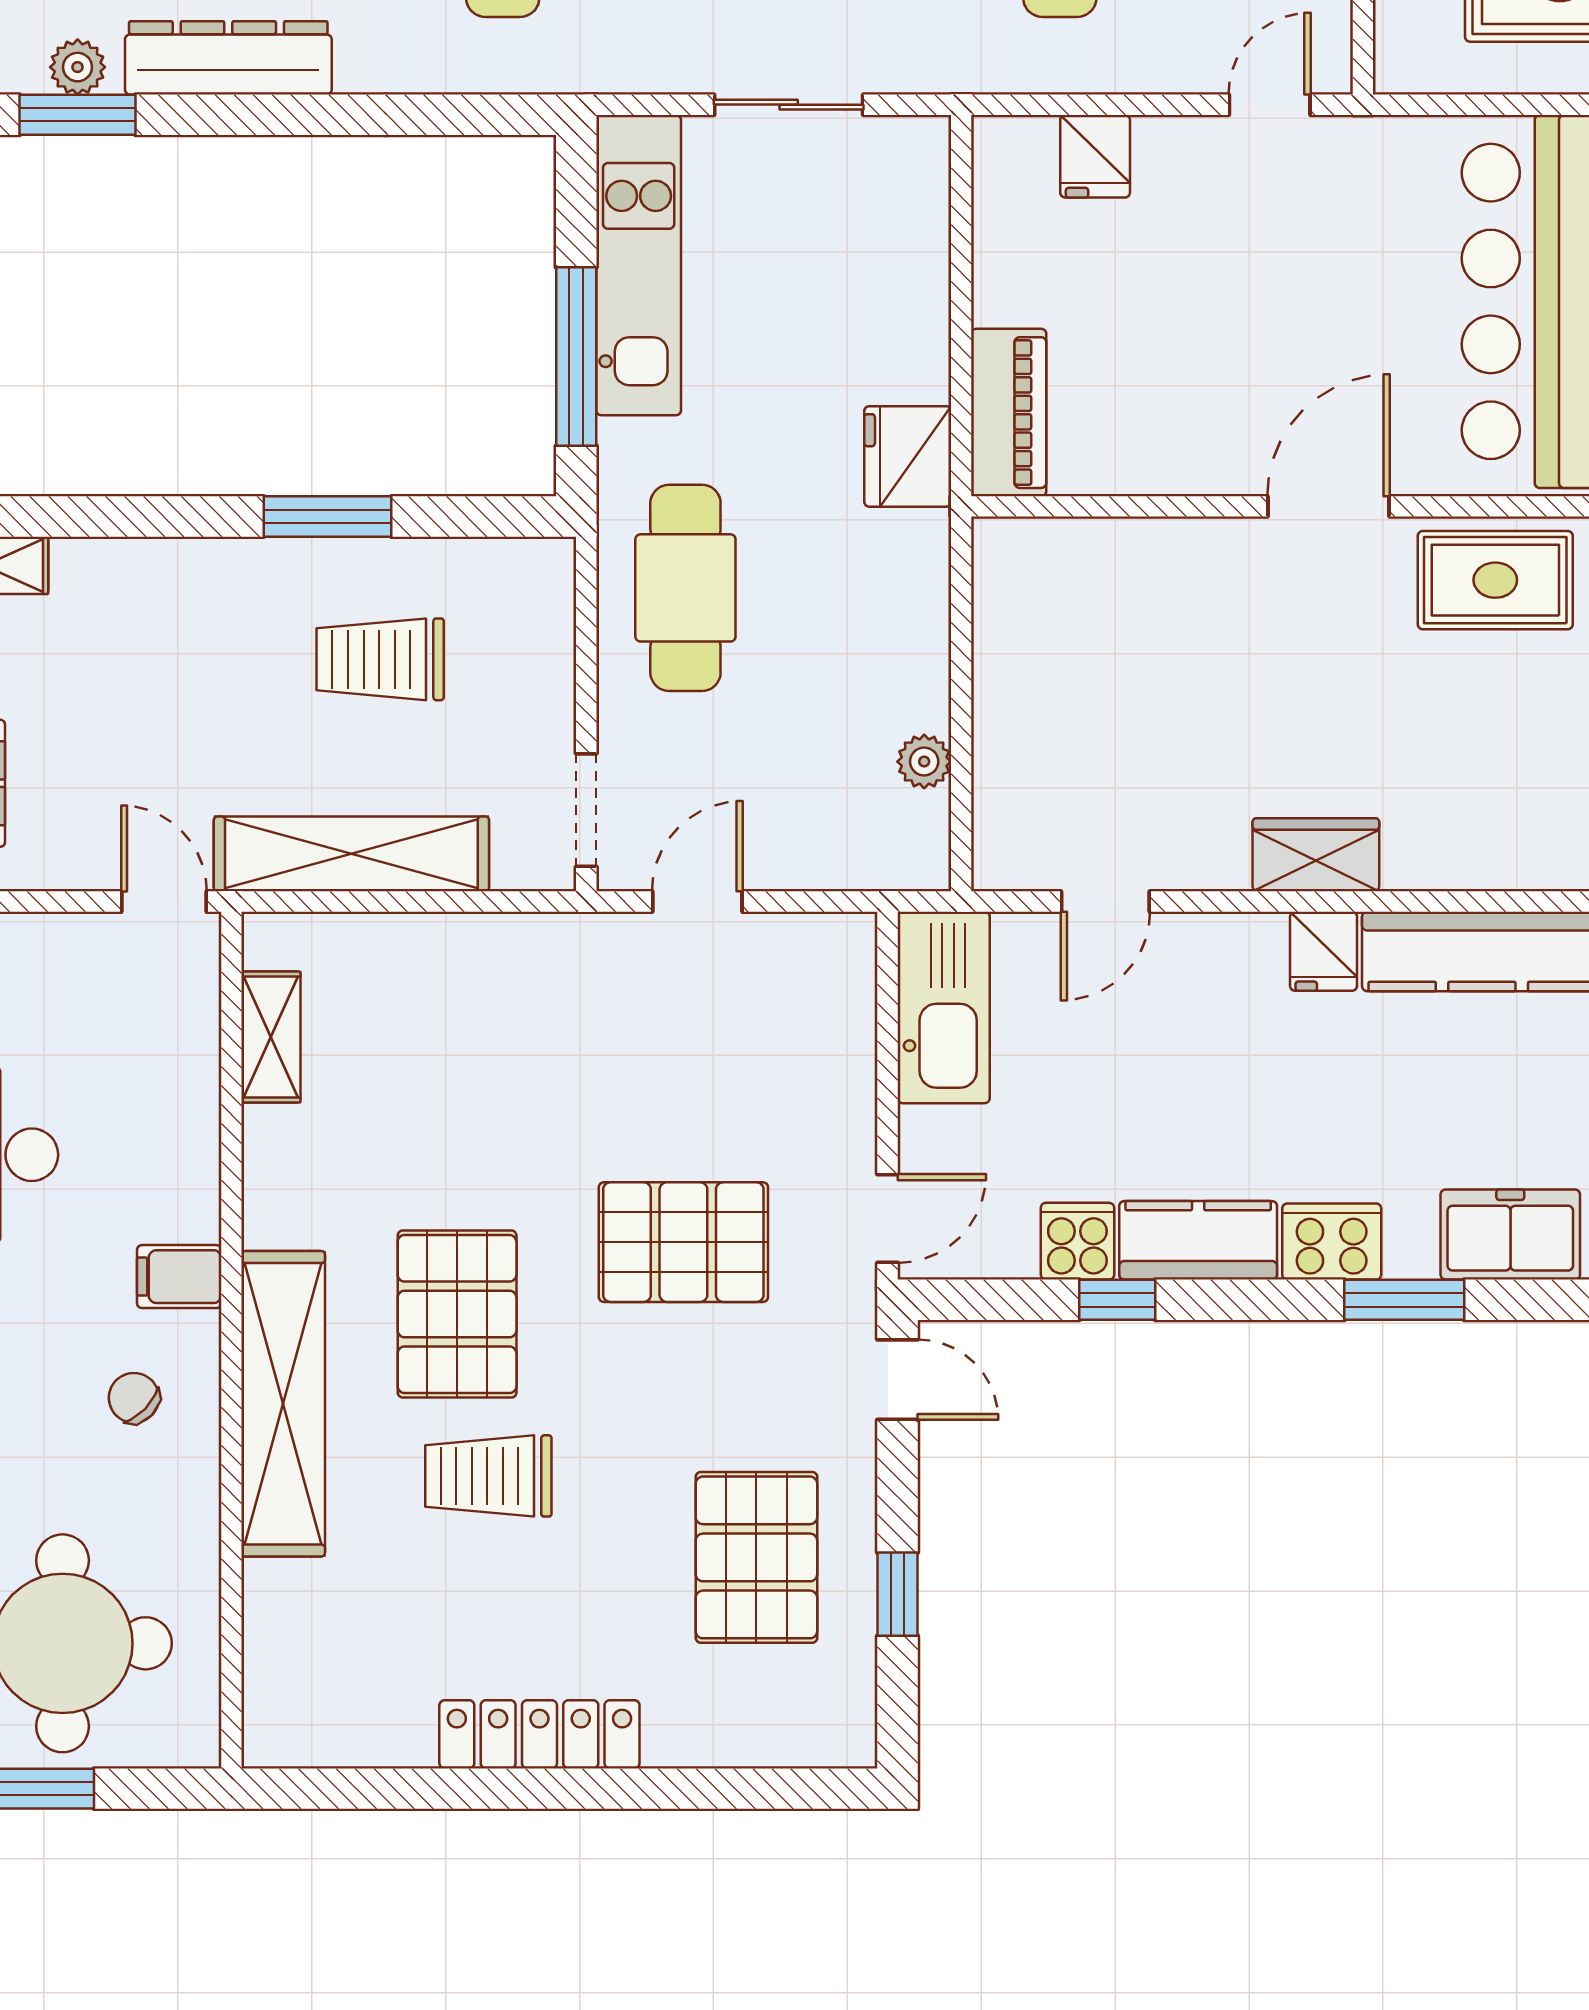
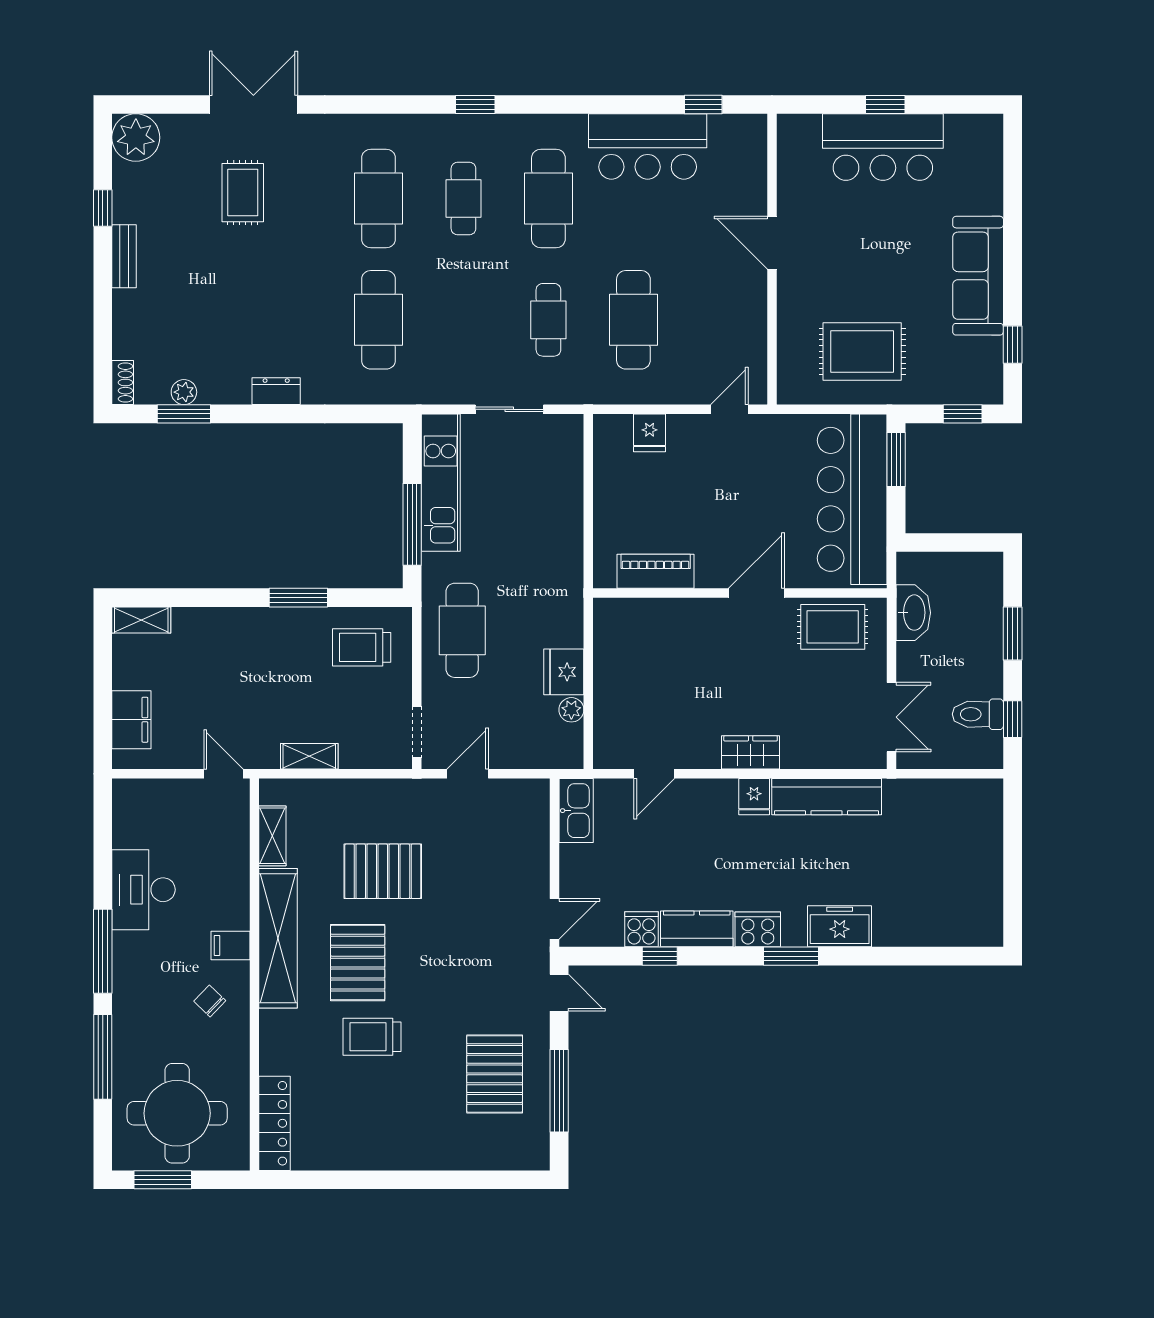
dresser: (228, 58) -> (276, 391), width x0.51, depth x0.80
piano: (1009, 413) -> (656, 571), moved, turned -90
fridge: (908, 456) -> (564, 672), moved
trolley: (380, 659) -> (362, 647), moved
shelving: (351, 854) -> (309, 756), width x0.45, depth x0.75
kitchen sink: (944, 1007) -> (576, 811), width x0.73, depth x0.81
pallet: (683, 1242) -> (383, 871), moved
shelving: (283, 1404) -> (278, 938), moved
window: (898, 1594) -> (559, 1091), width x2.17
locker: (539, 1734) -> (275, 1123), moved, turned 90

